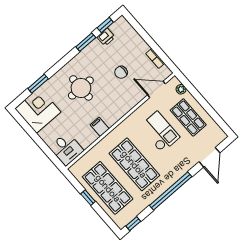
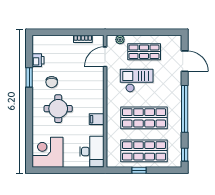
window: (105, 25) -> (29, 53), removed
chair: (121, 72) -> (52, 82), moved
window: (38, 84) -> (29, 136), removed
desk: (67, 149) -> (92, 151), width x1.37

